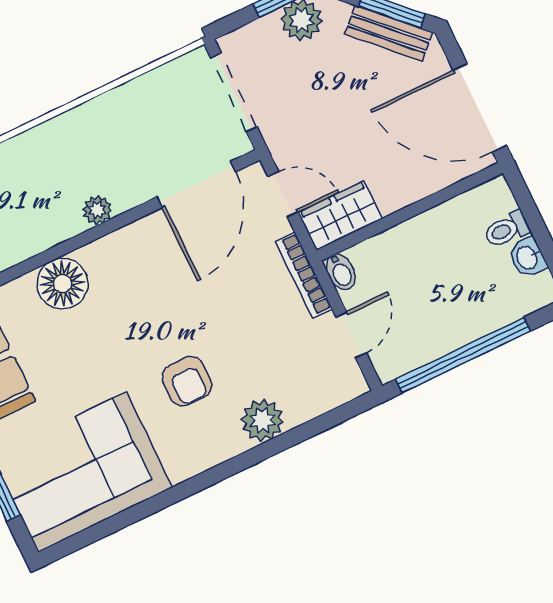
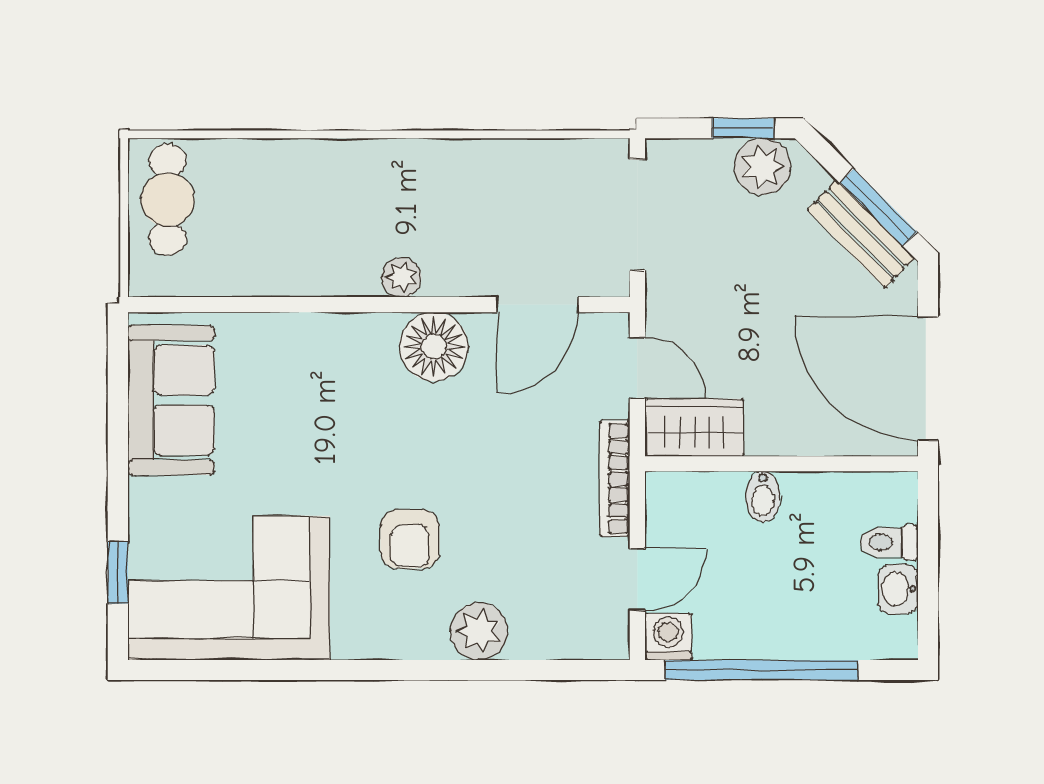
door: (196, 184) -> (537, 305), width x0.73
bidet: (341, 272) -> (763, 497), moved
floor lamp: (62, 283) -> (434, 347), moved
washing machine: (390, 363) -> (668, 637), added

